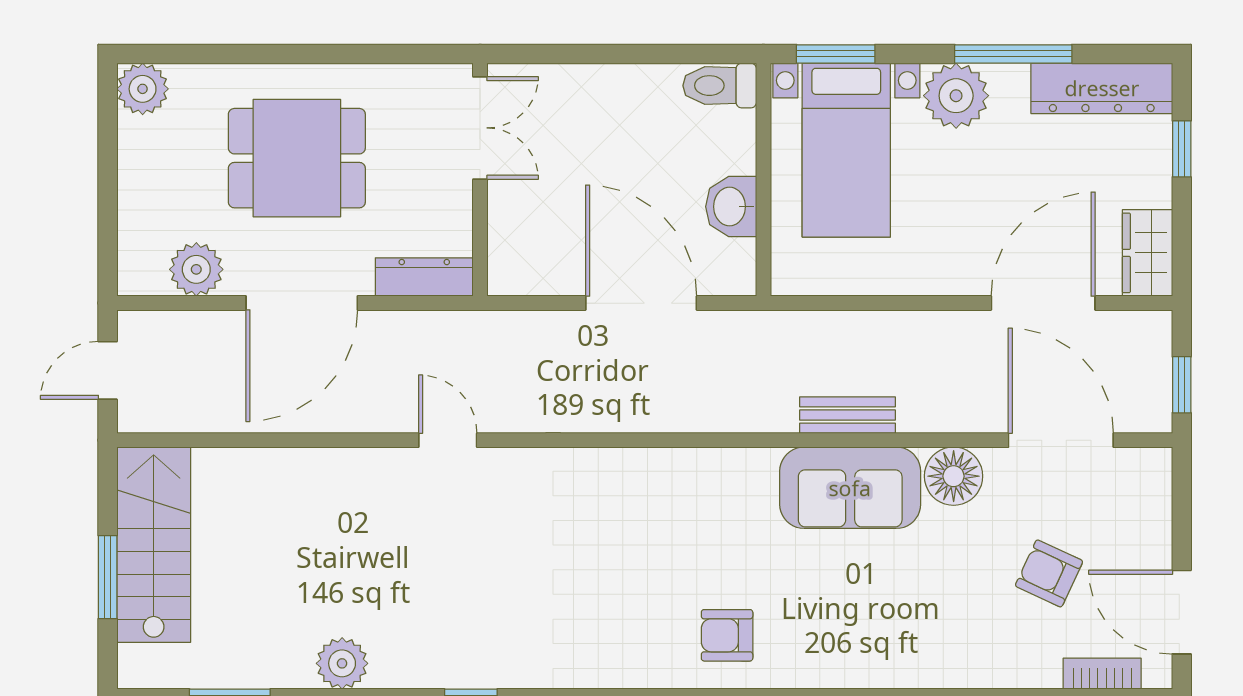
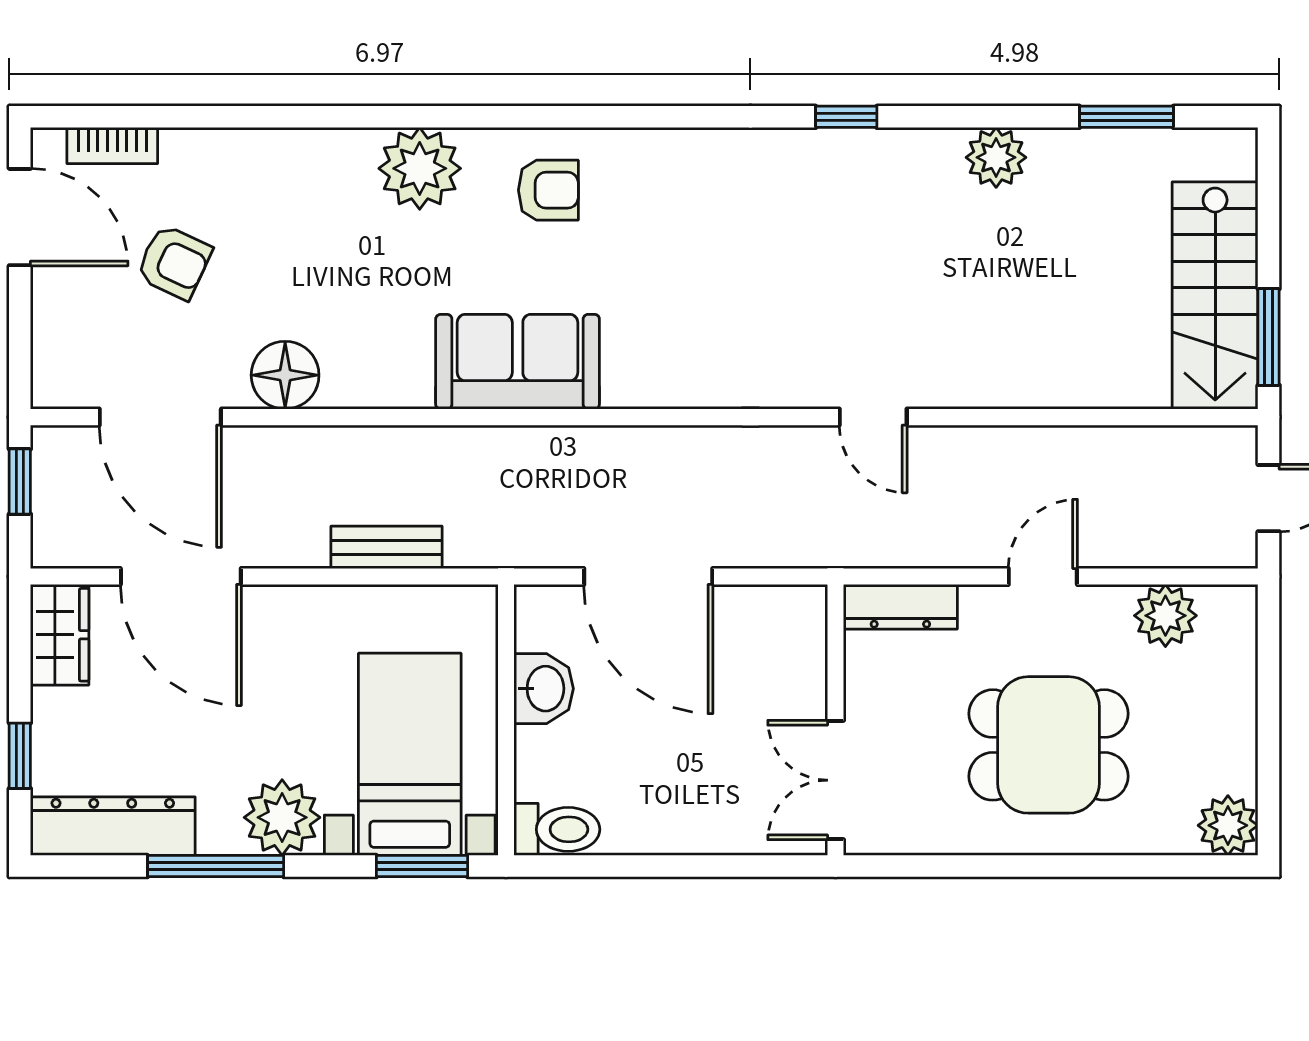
door: (302, 303) -> (1043, 576), width x0.53
door: (1043, 303) -> (181, 576), hinge flipped
bench: (847, 415) -> (387, 547), moved
sofa: (850, 488) -> (518, 362), moved
window: (108, 577) -> (1269, 337), moved
plant: (838, 654) -> (420, 168), added

